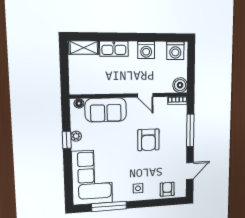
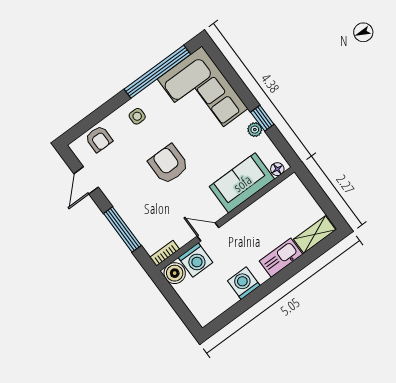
washing machine: (175, 51) -> (195, 260), moved, turned 180
armchair: (148, 140) -> (168, 164), moved
window: (109, 206) -> (157, 72), width x1.46

